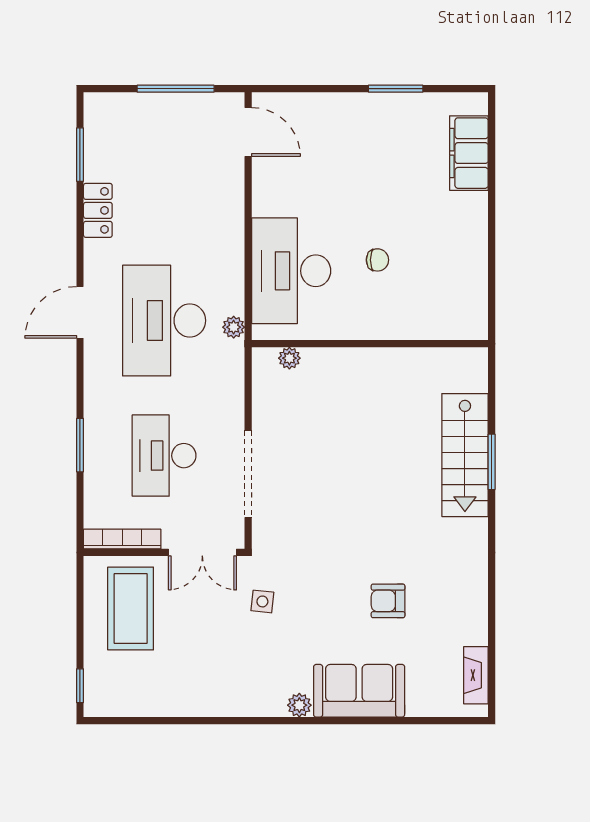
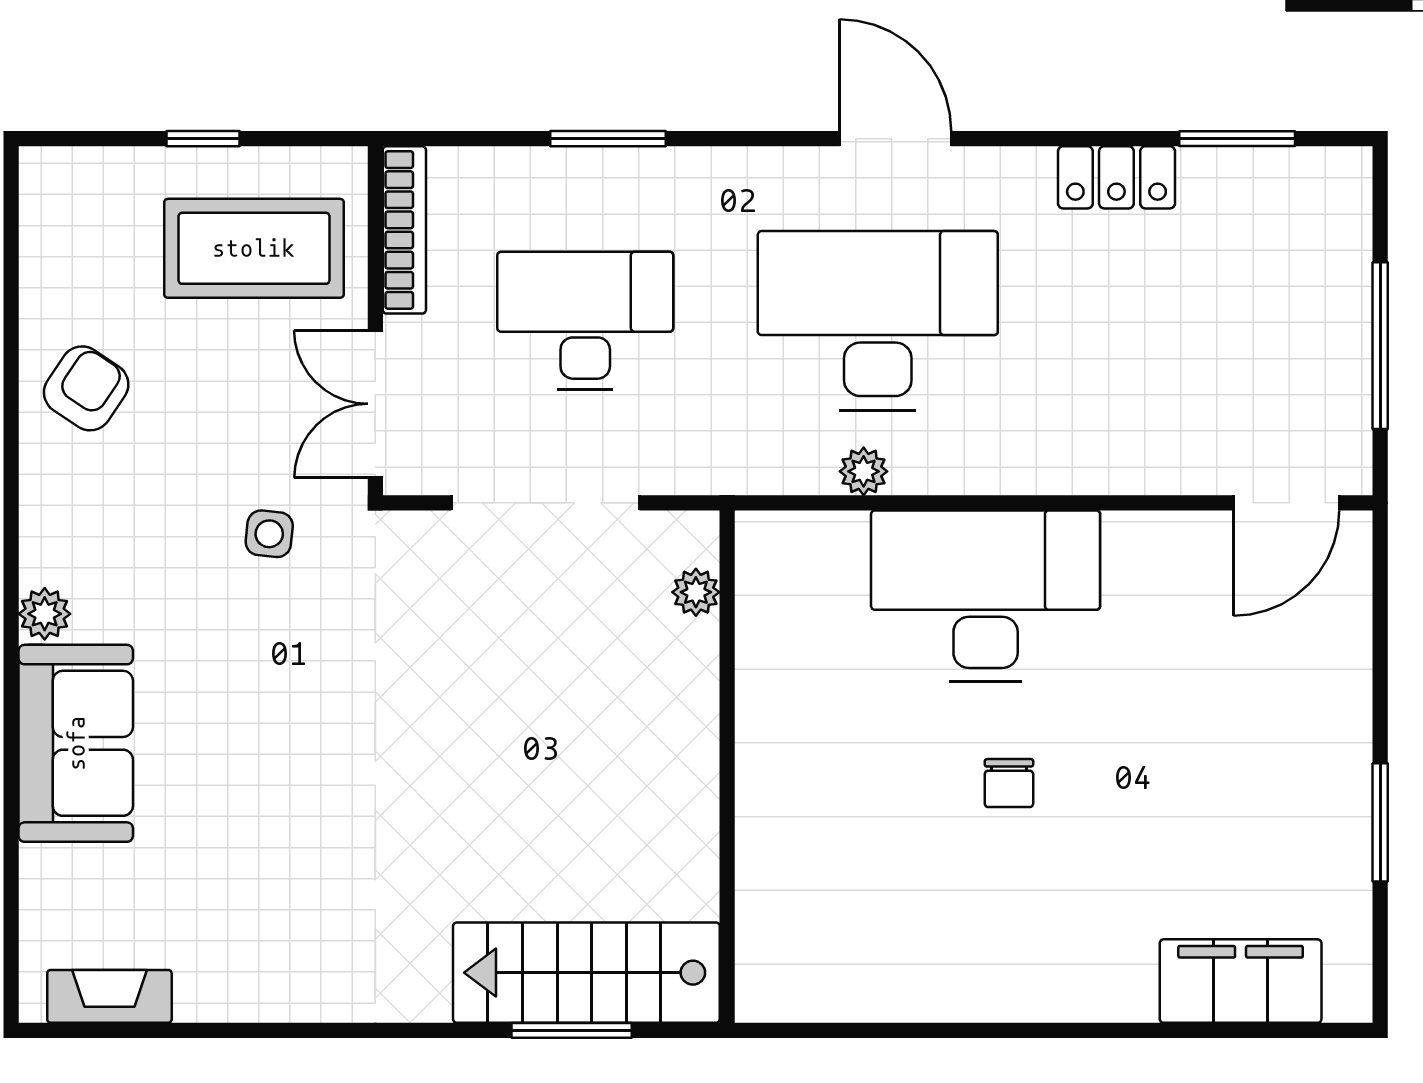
wall: (370, 344) -> (727, 767), moved
plant: (289, 358) -> (696, 592), moved
armchair: (388, 601) -> (86, 388), moved, turned 34
window: (80, 686) -> (203, 139), moved

